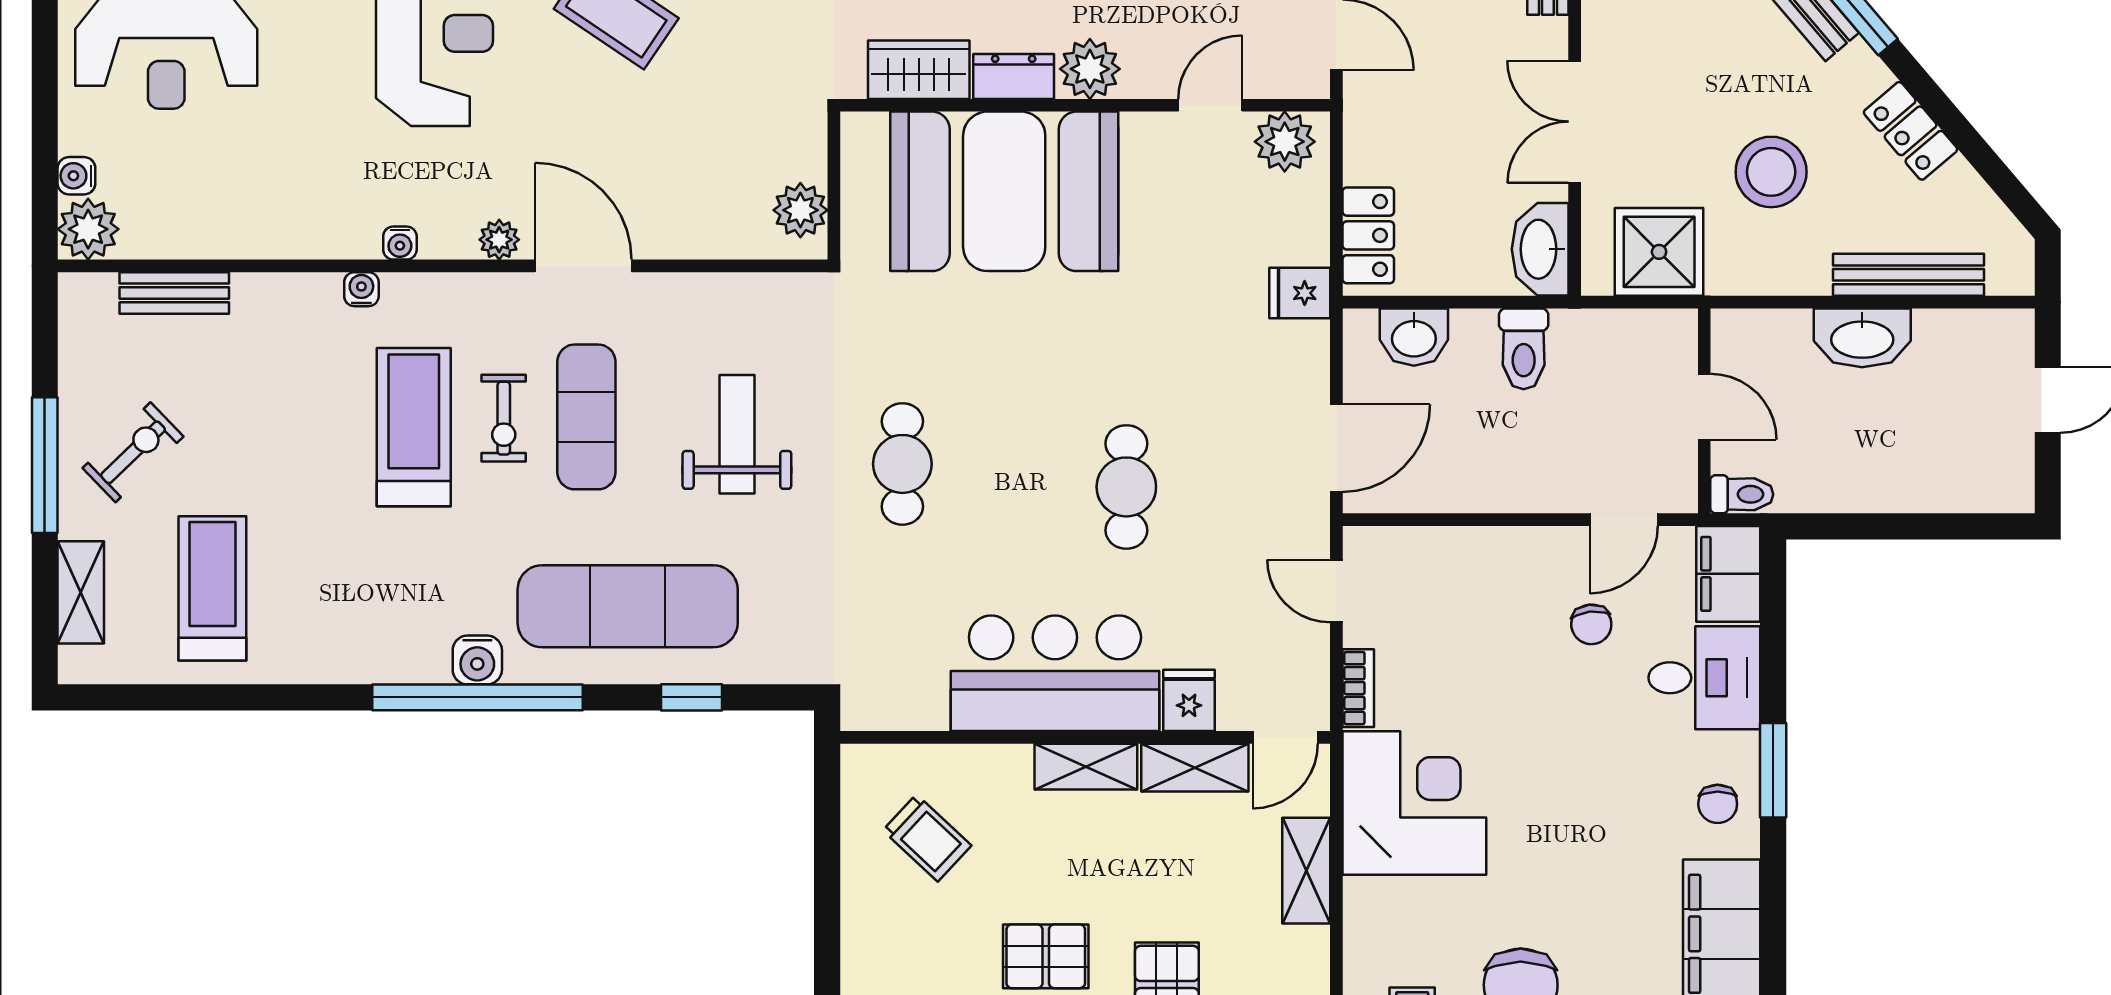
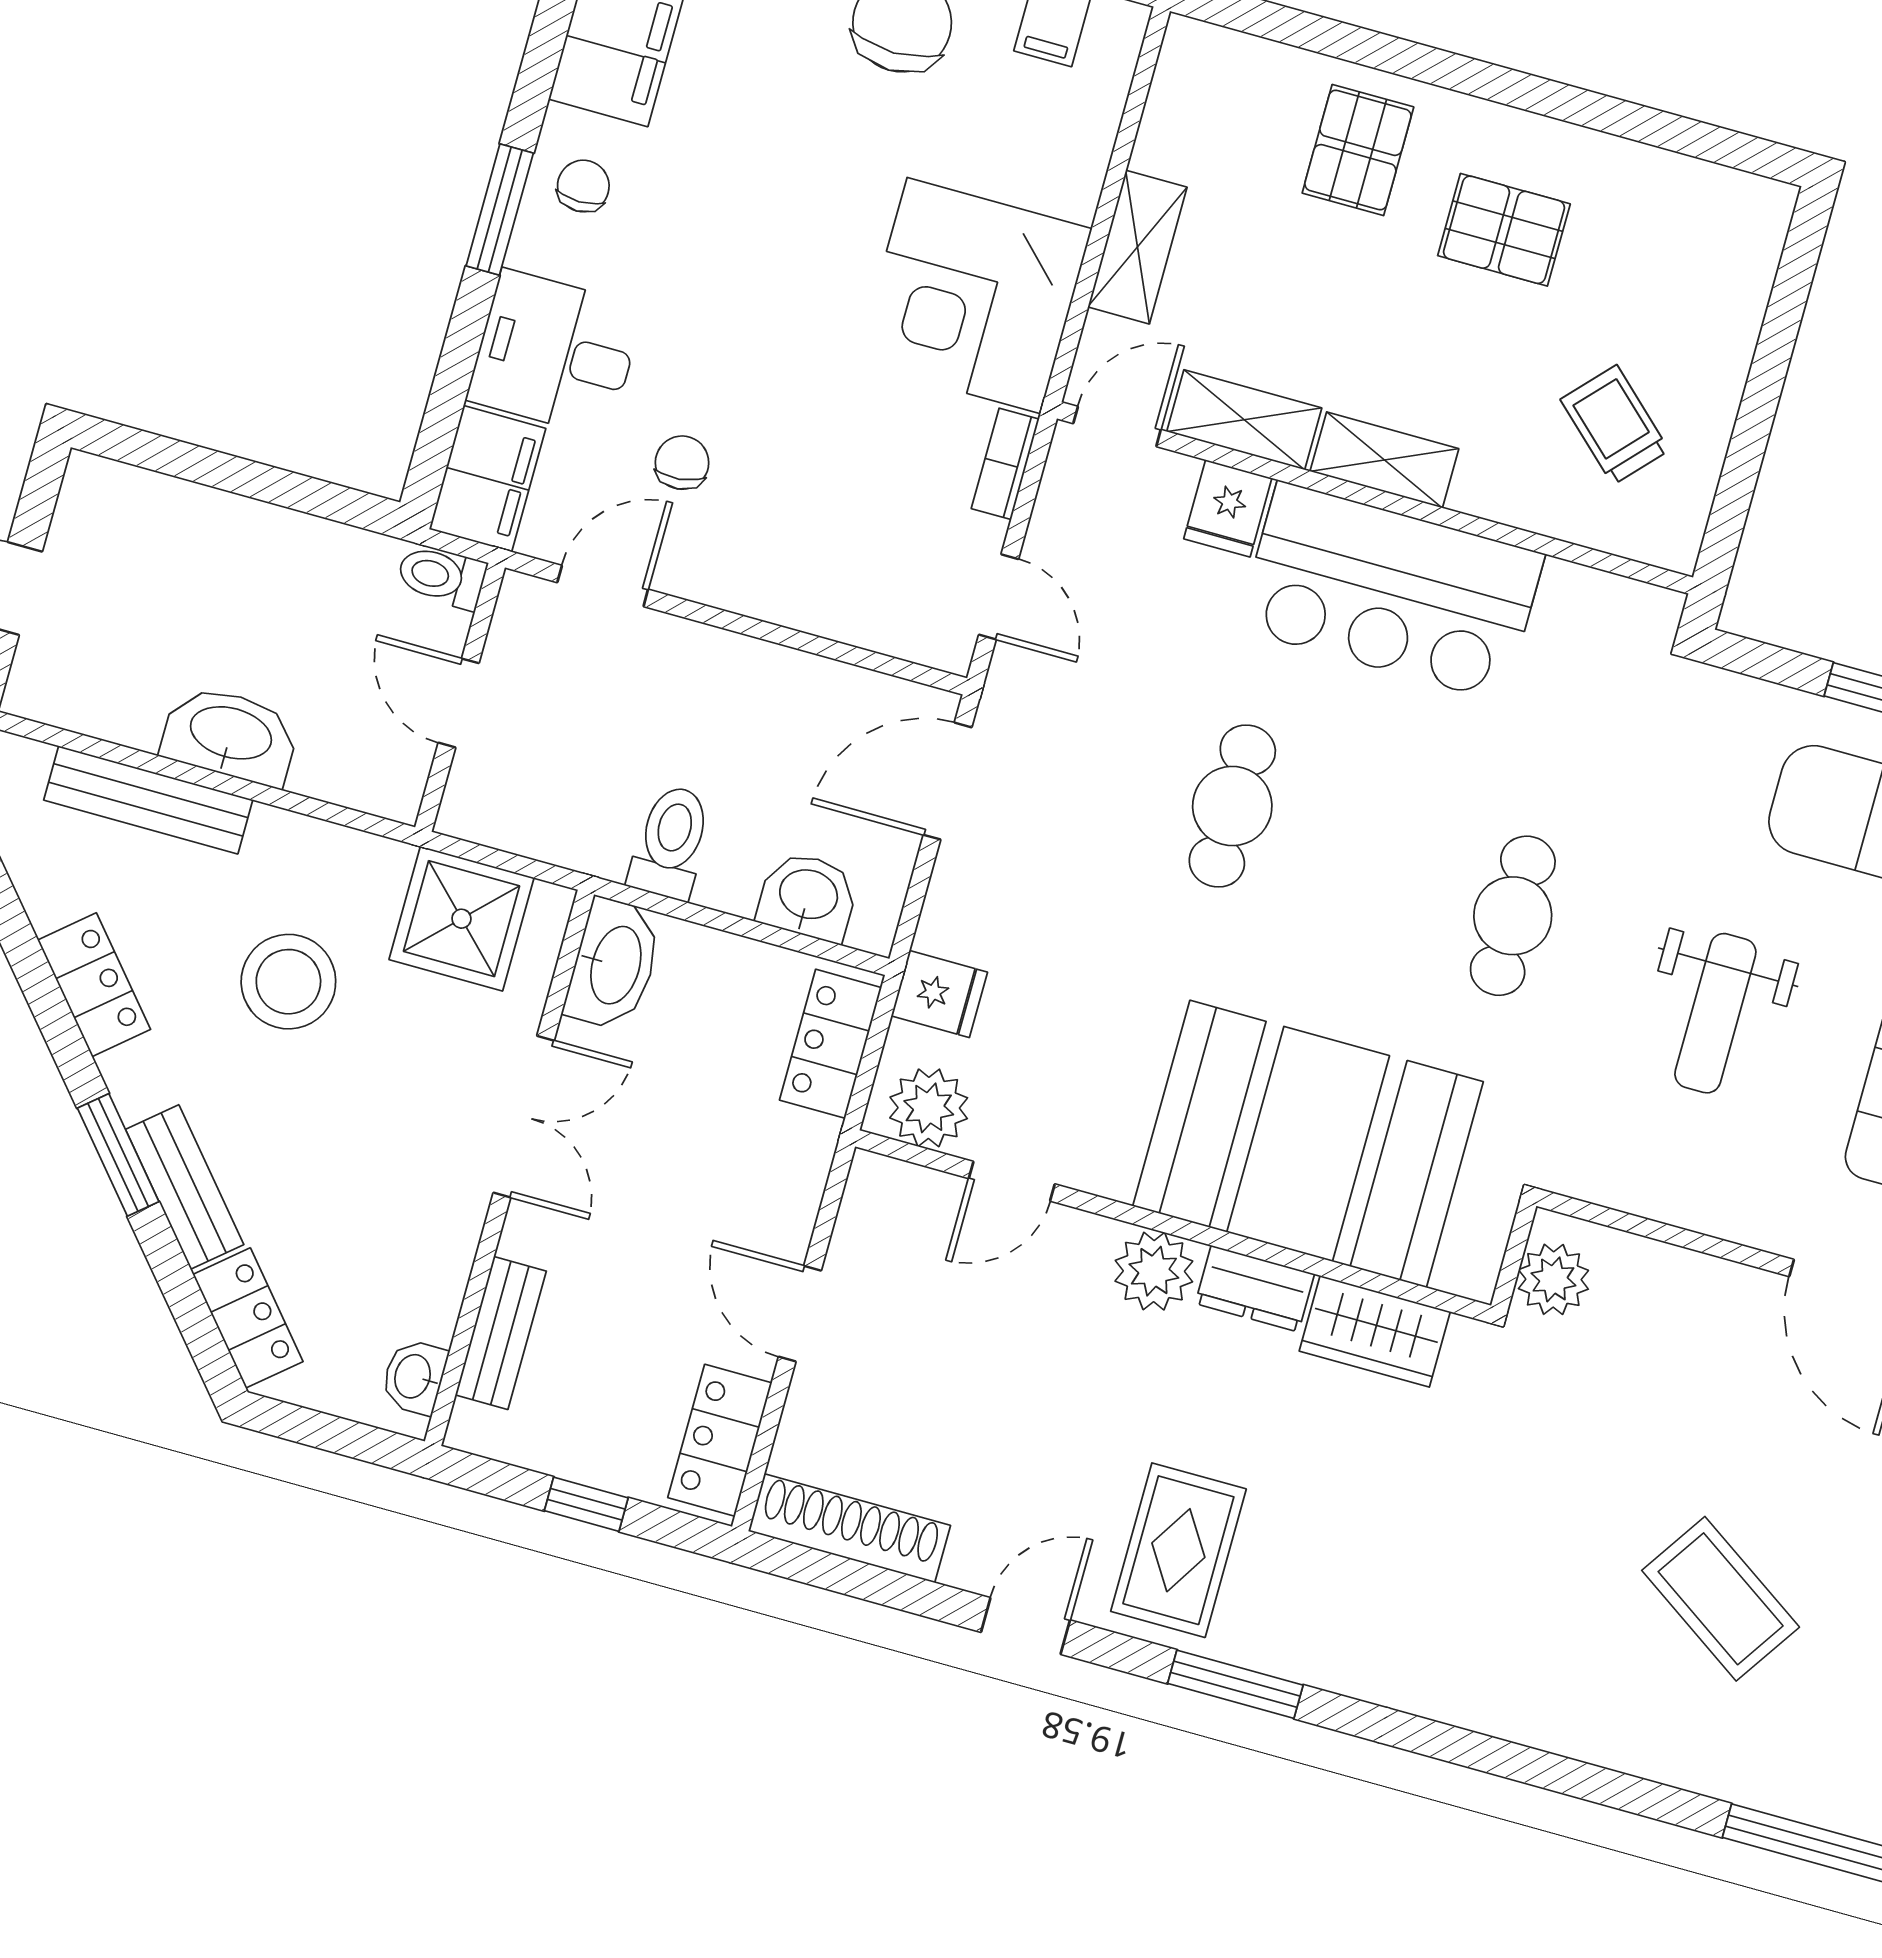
plant: (1090, 69) -> (1154, 1271), moved
wardrobe: (919, 70) -> (1375, 1331), moved
dresser: (1014, 76) -> (1255, 1289), moved
wall: (1085, 105) -> (1173, 1226), moved
door: (1210, 105) -> (1012, 1181), moved
plant: (1285, 142) -> (929, 1108), moved
booth: (1004, 191) -> (1308, 1144), moved

